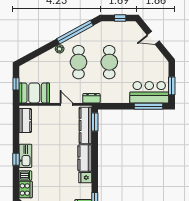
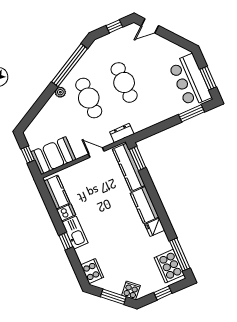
door: (153, 38) -> (150, 26), moved
bar counter: (149, 92) -> (190, 81), moved, turned -90
window: (149, 106) -> (192, 113), width x0.69
dishwasher: (25, 176) -> (66, 212), moved

